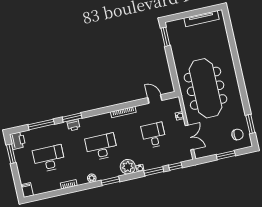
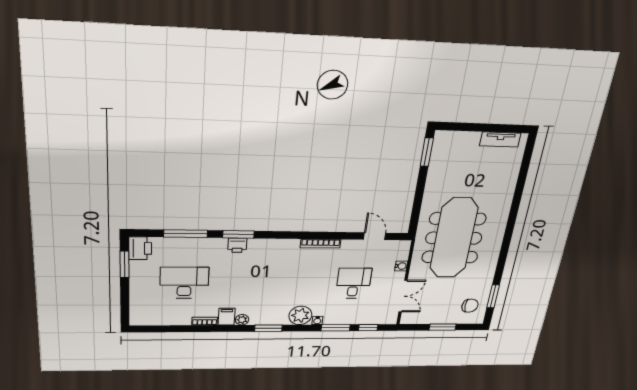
tv unit: (201, 19) -> (500, 140), width x0.71
desk: (101, 147) -> (270, 283), removed
filing cabinet: (27, 190) -> (227, 317), moved

